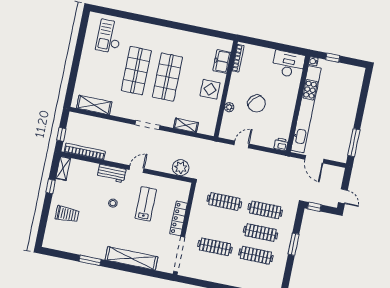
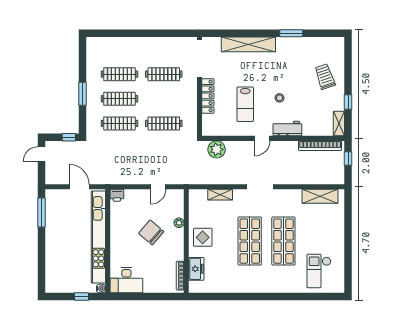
checkout: (109, 36) -> (319, 271), turned 180
door: (343, 196) -> (41, 154), hinge flipped
trolley: (67, 214) -> (325, 77), turned 71

